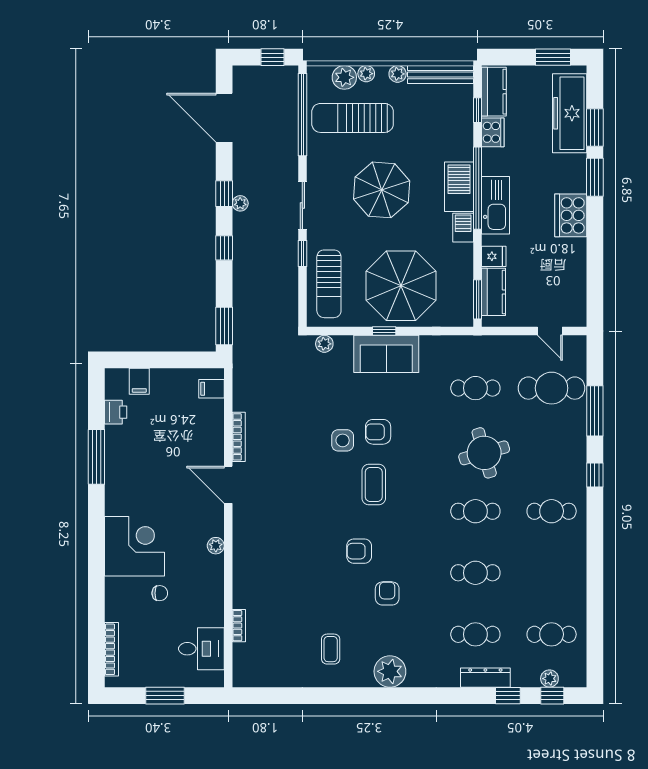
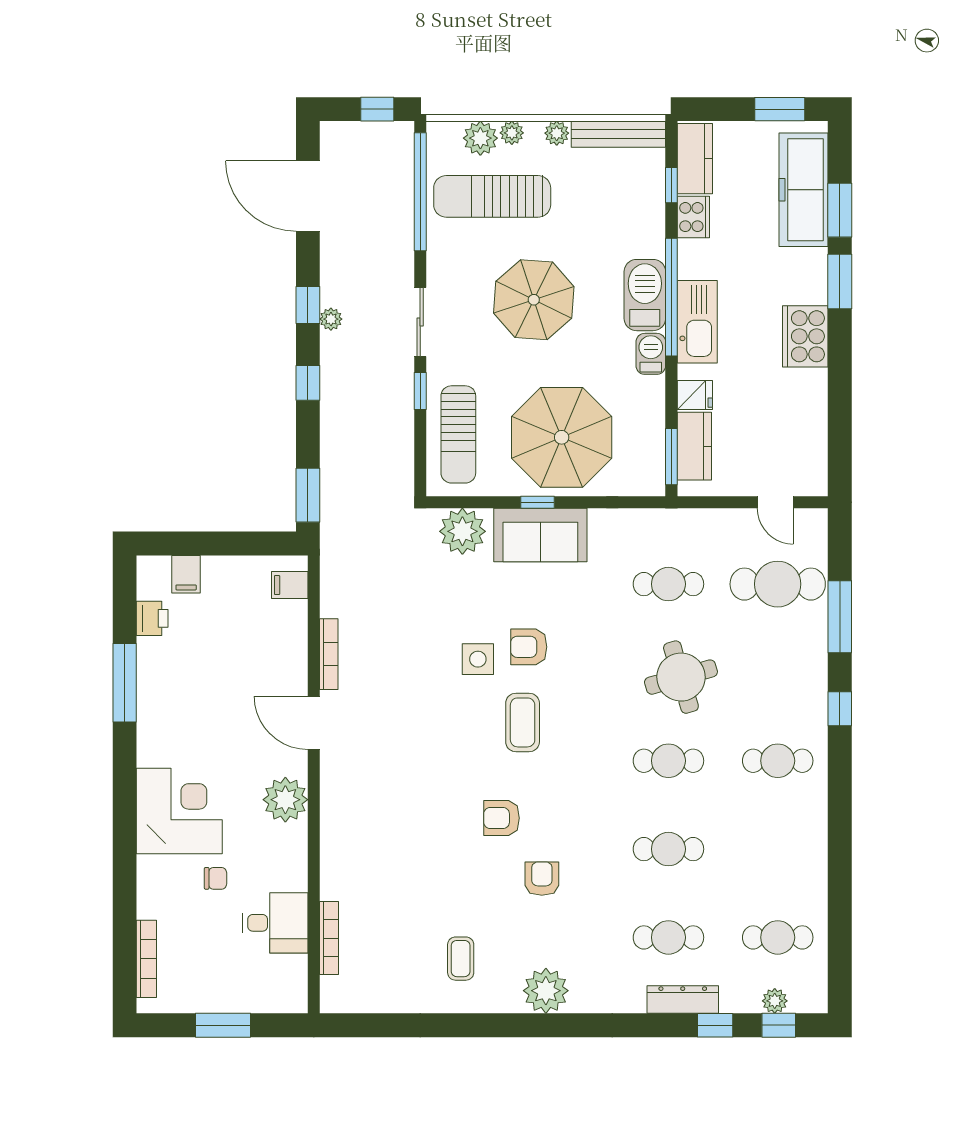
plant: (324, 344) -> (462, 531), width x1.88, depth x1.88
plant: (216, 546) -> (285, 800), width x1.87, depth x1.87
bookcase: (239, 626) -> (329, 938), width x1.56
desk: (201, 649) -> (275, 923), moved

